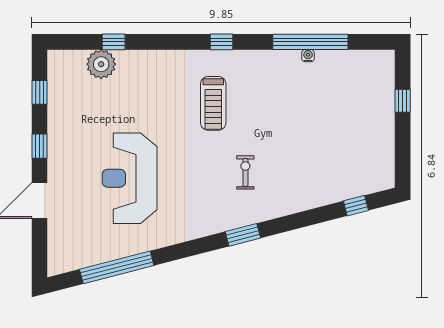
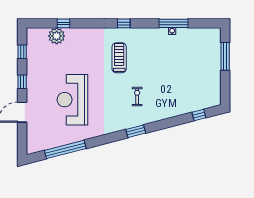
window: (310, 42) -> (173, 23), width x0.68
window: (403, 101) -> (225, 56), width x2.17
treadmill: (213, 103) -> (119, 58), turned 180

